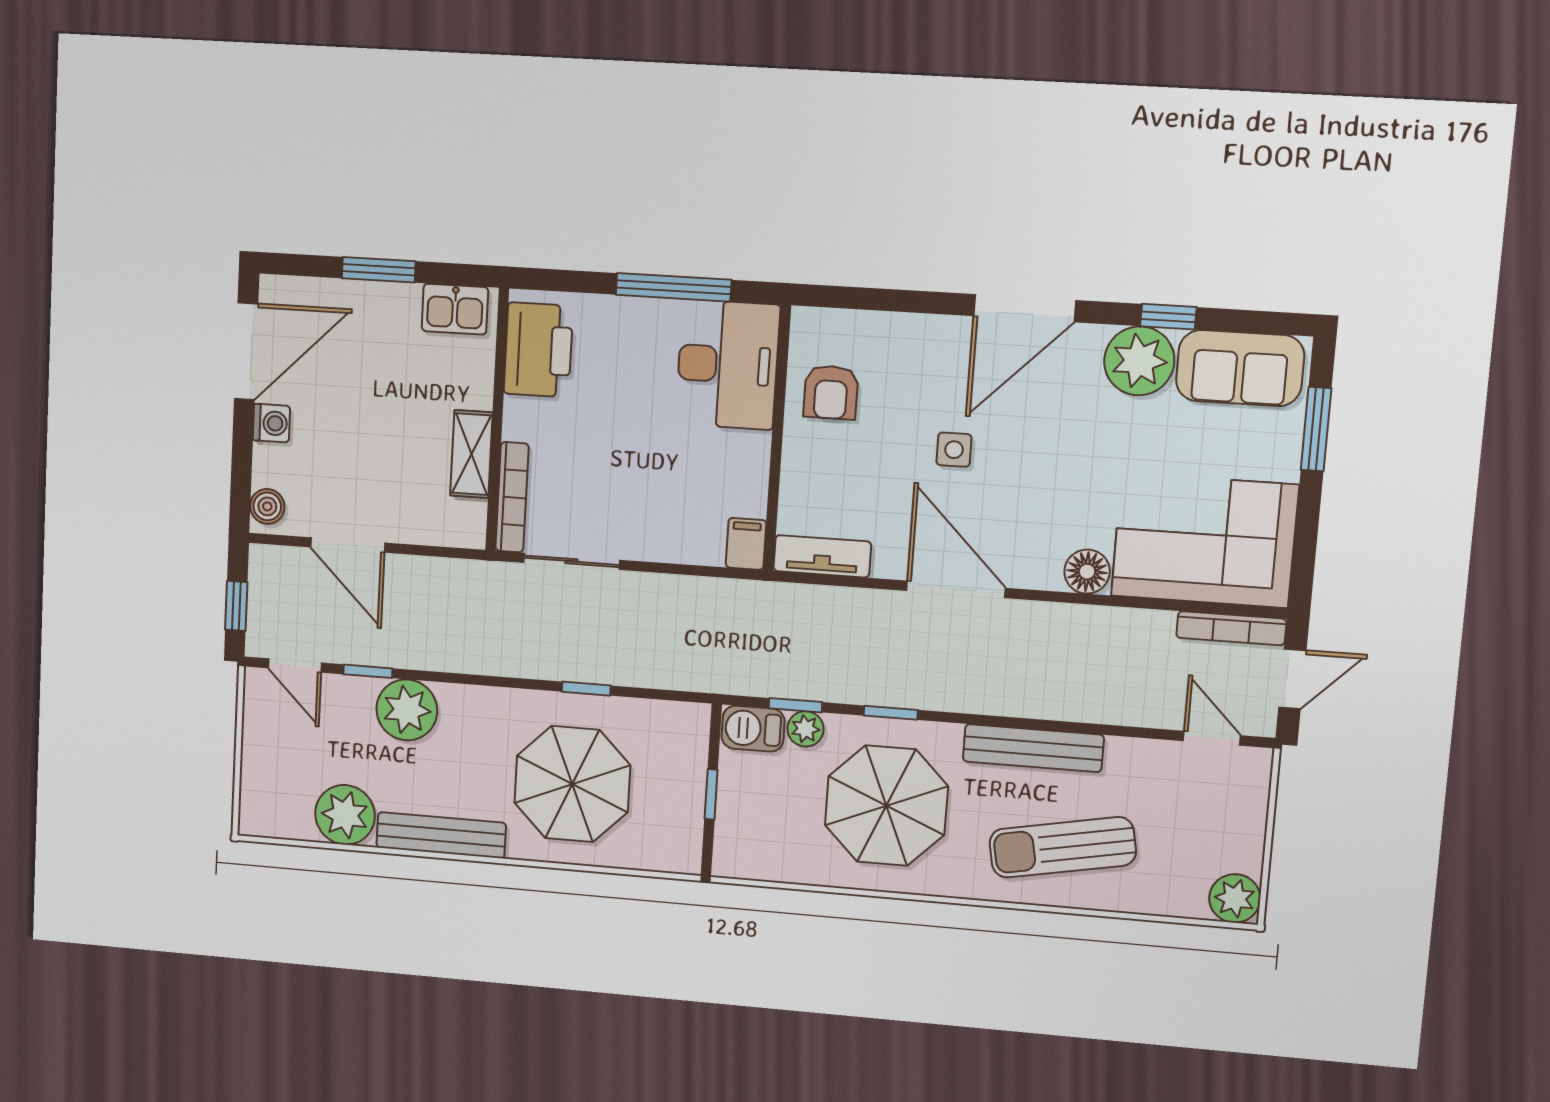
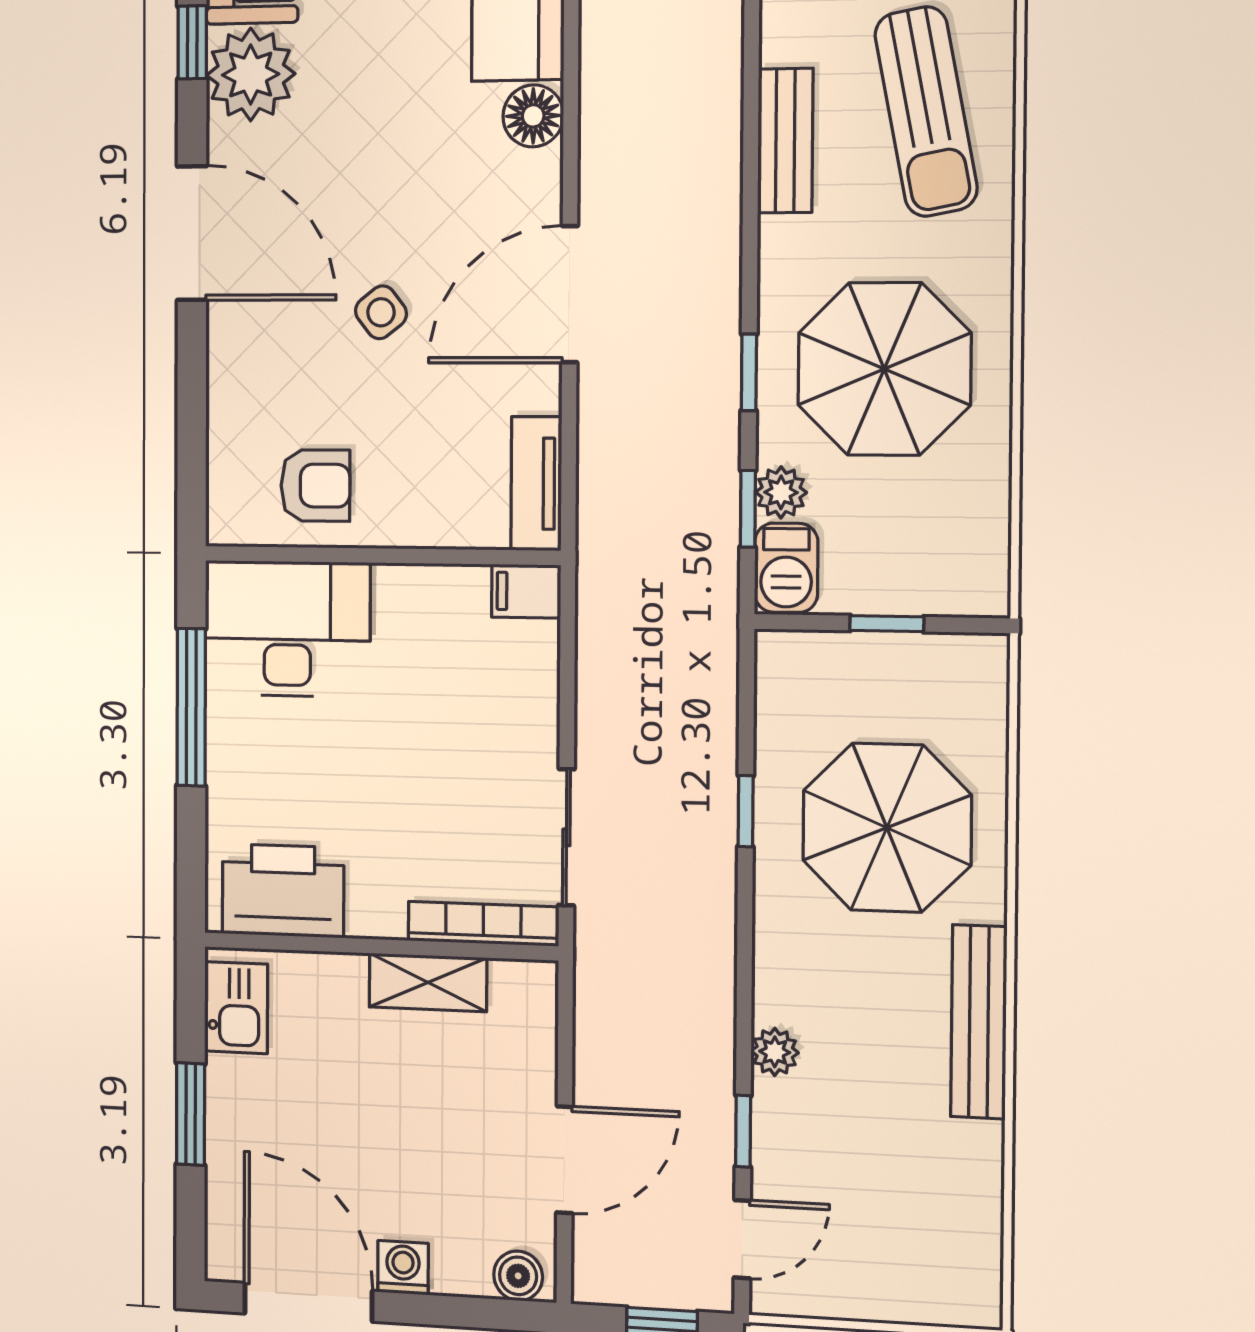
side table: (954, 450) -> (381, 312), turned -38
plant: (407, 710) -> (775, 1052), width x0.53, depth x0.53
bench: (1033, 748) -> (785, 141), width x0.73
plant: (345, 815) -> (959, 1167), removed

